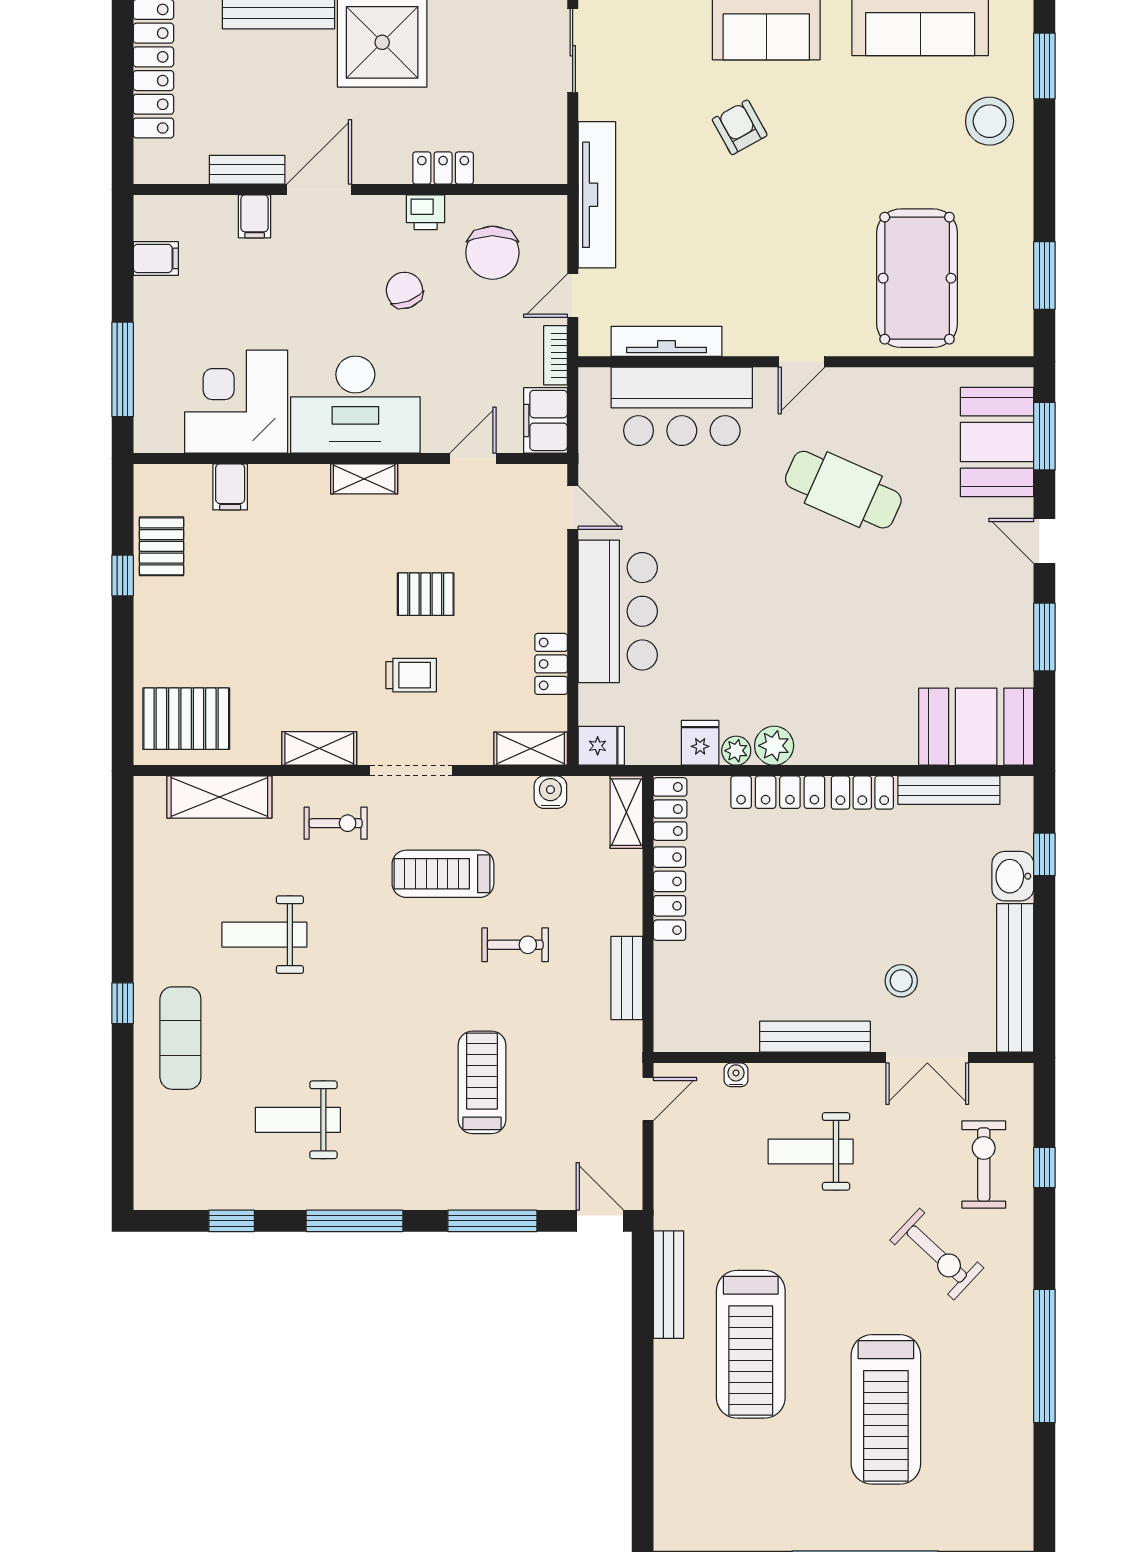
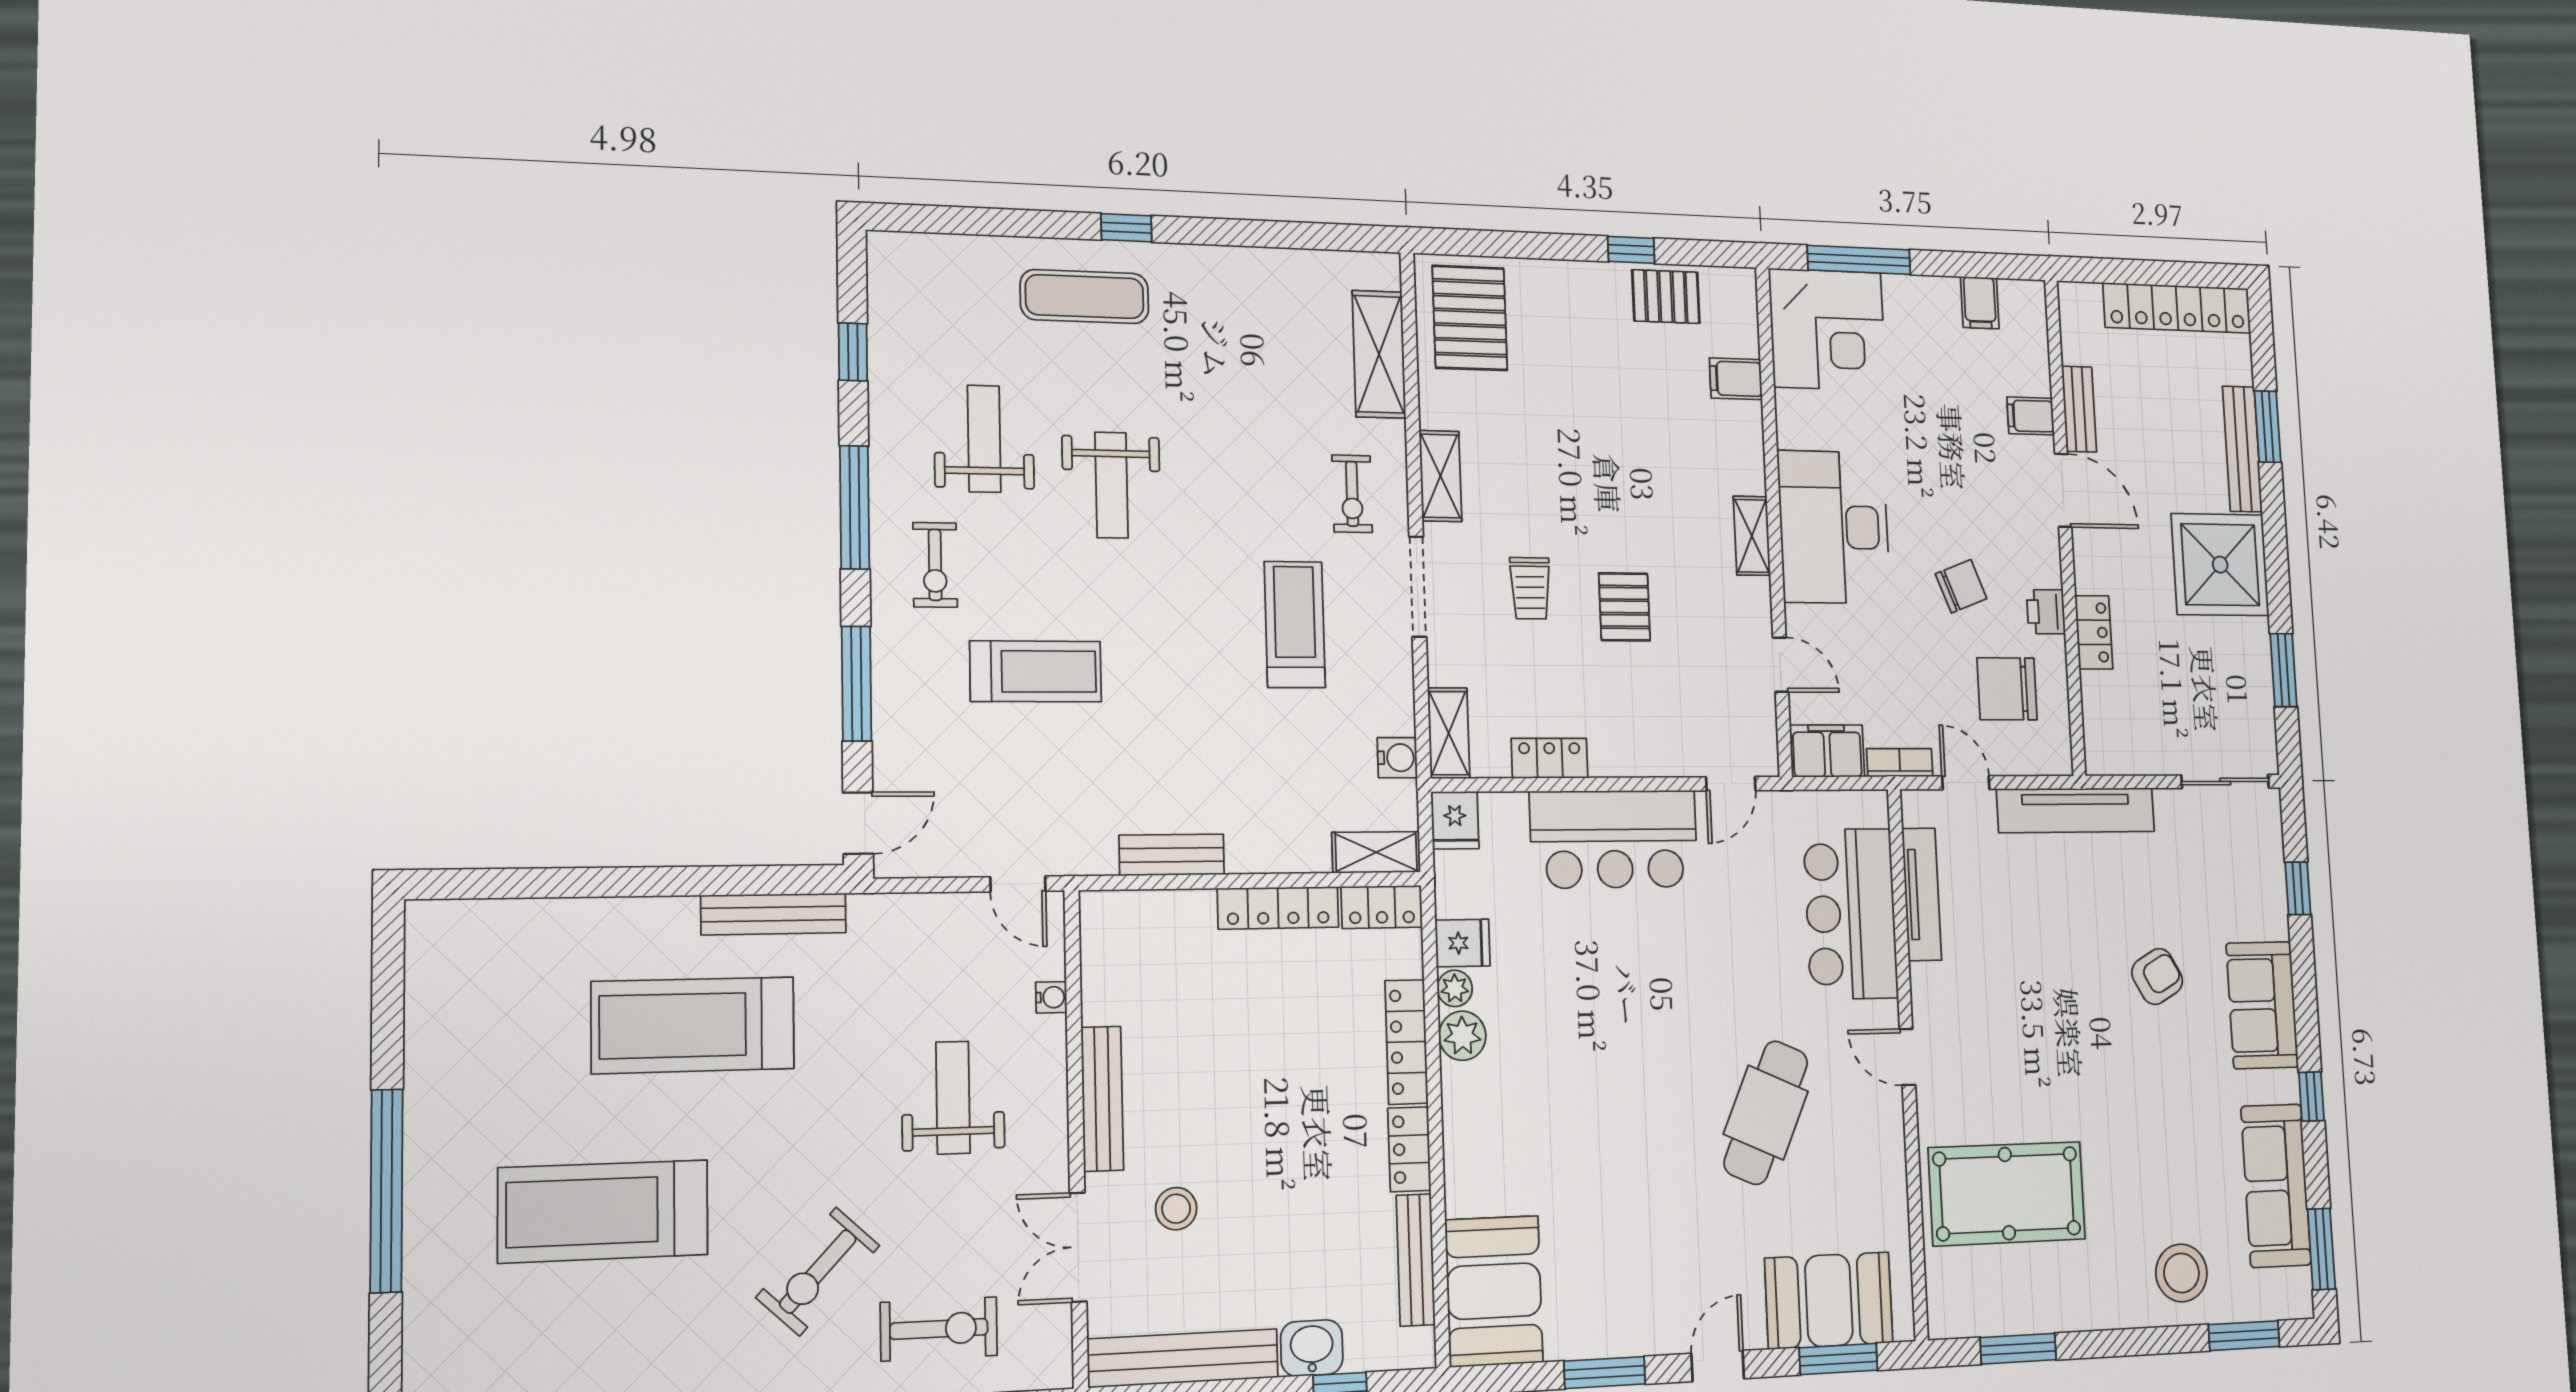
corner desk: (236, 402) -> (1827, 330), moved, turned 90
weight bench: (264, 935) -> (1111, 485), moved, turned 180
exercise bike: (515, 945) -> (935, 565), moved

